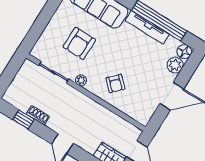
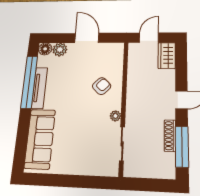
armchair: (79, 43) -> (83, 136), removed
shoe rack: (38, 115) -> (170, 136), width x1.43
window: (24, 119) -> (182, 147), width x2.17

